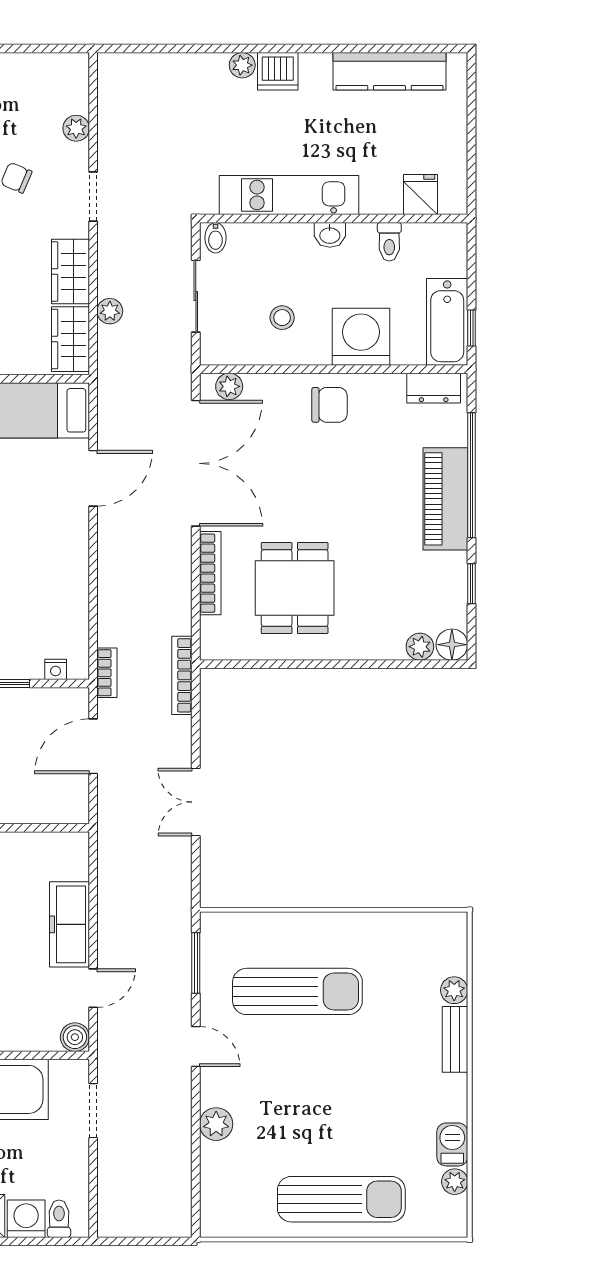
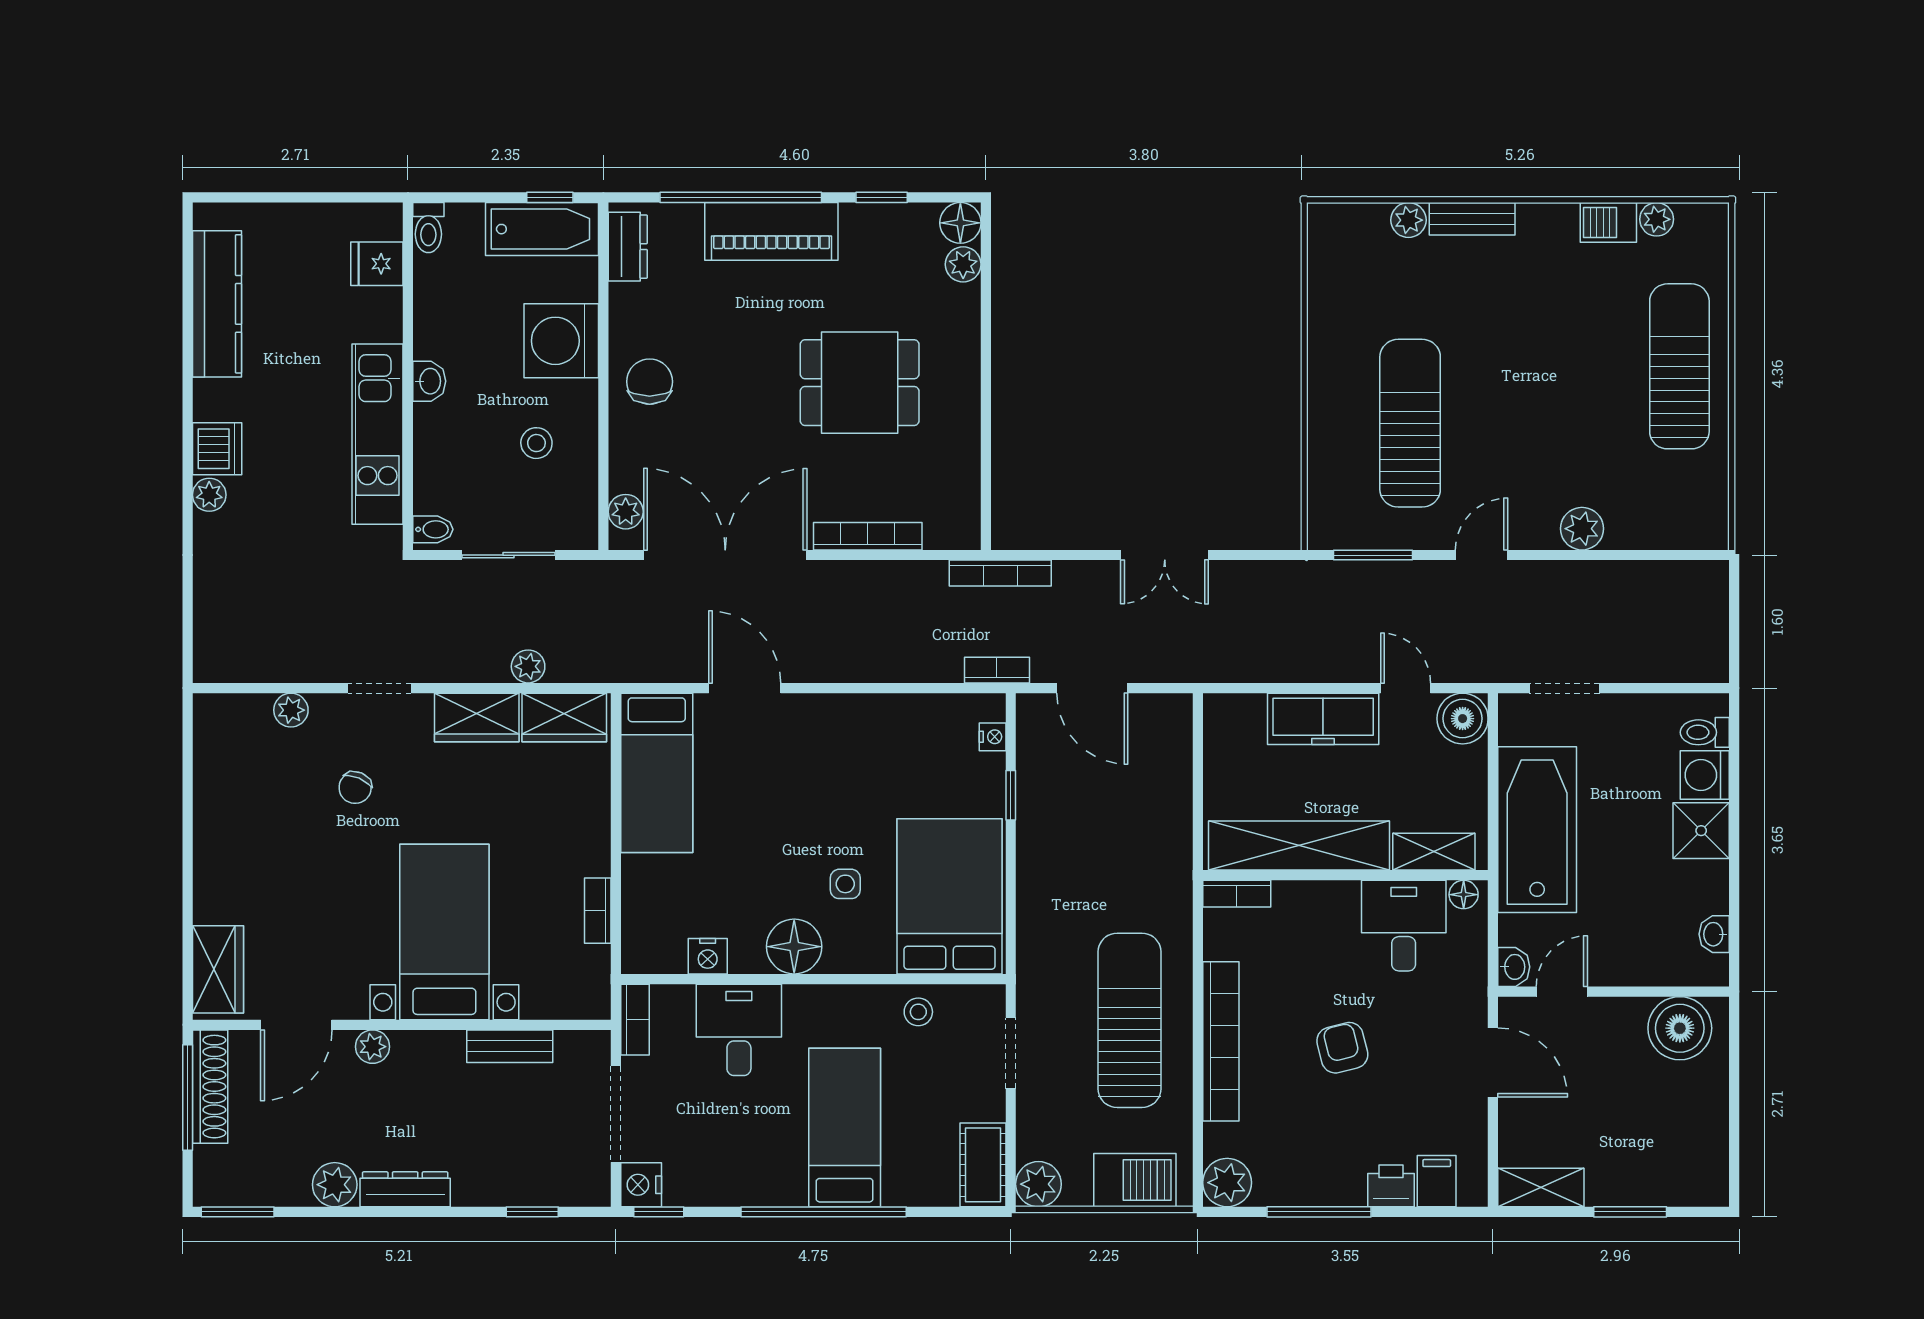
toilet: (389, 242) -> (428, 228), moved, turned 90
dining table: (295, 588) -> (860, 383), moved
boiler: (75, 1037) -> (1463, 719), width x1.36, depth x1.36

